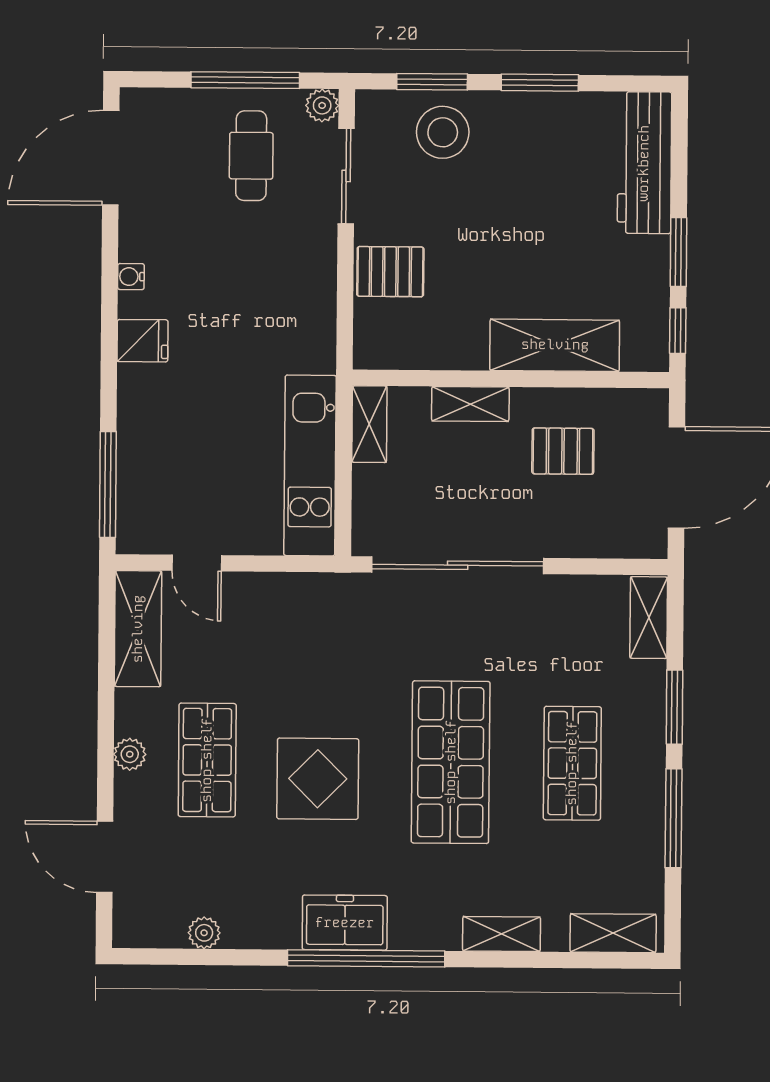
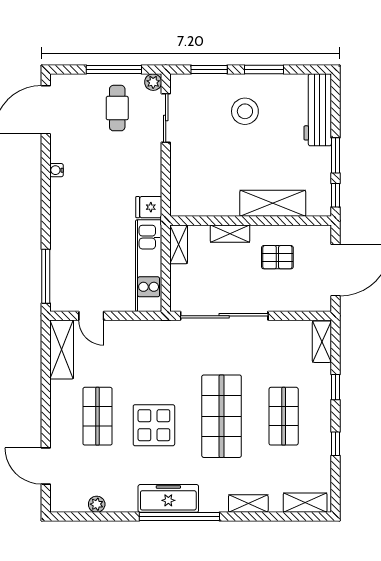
stool: (443, 132) -> (245, 111), moved
pallet: (390, 272) -> (189, 166), removed
fridge: (143, 341) -> (149, 207), moved, turned 180
window: (674, 707) -> (335, 387), width x0.67
plant: (130, 754) -> (58, 414), removed
window: (674, 818) -> (335, 444), width x0.46
freezer: (345, 923) -> (168, 498), width x1.40

